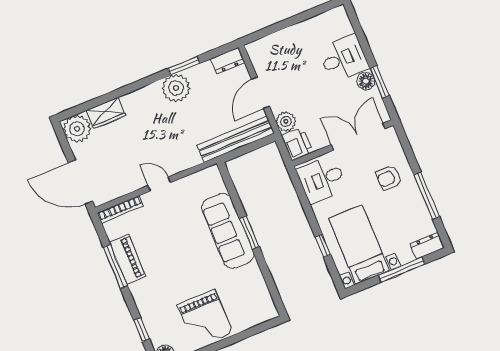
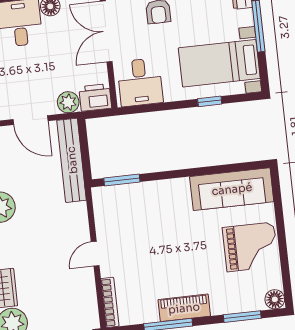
sofa: (228, 231) -> (232, 189), moved
window: (249, 232) -> (122, 180), moved
piano: (127, 259) -> (184, 308), moved
window: (142, 330) -> (242, 317), width x1.50

